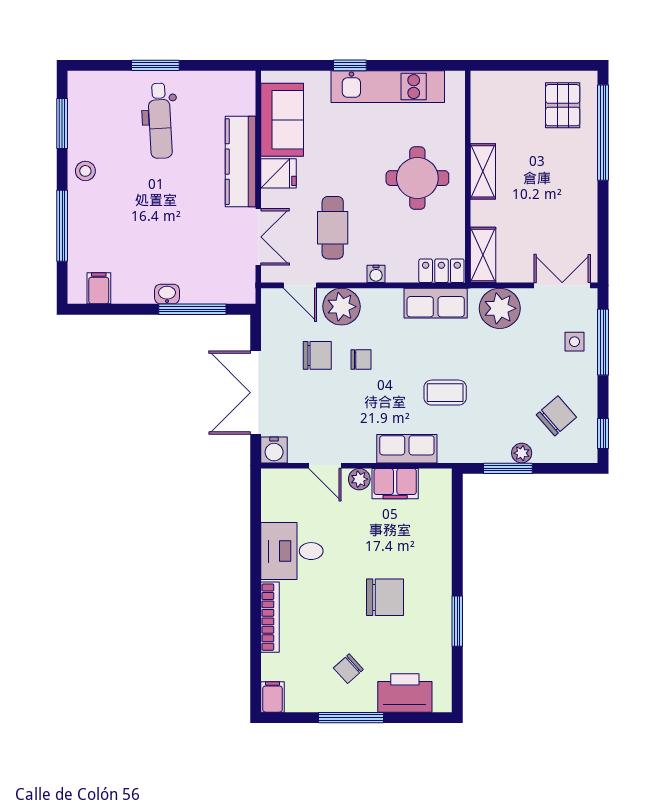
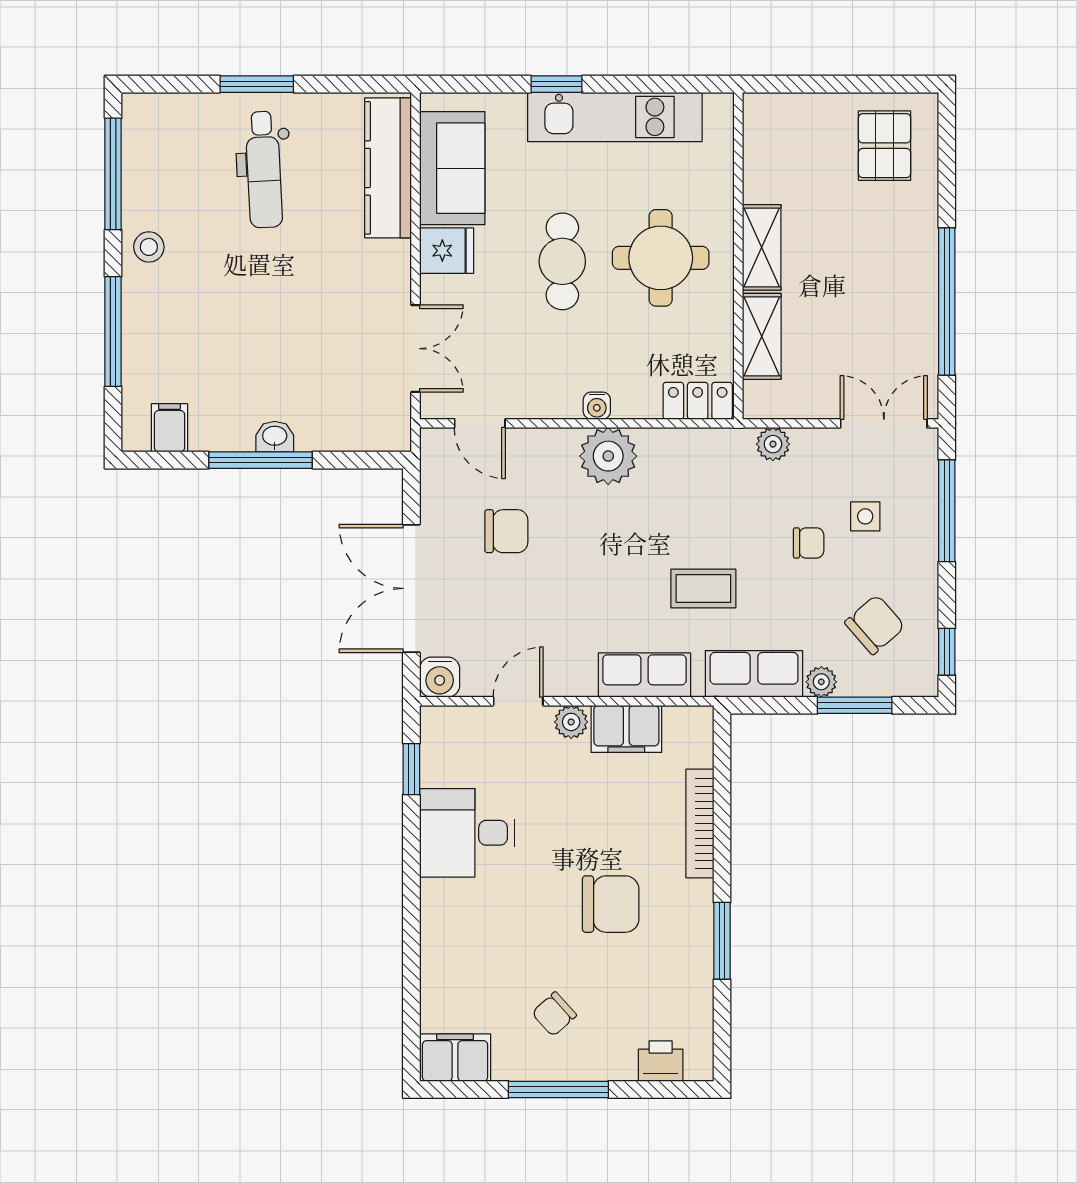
window: (62, 123) -> (113, 174), width x1.44
window: (603, 133) -> (947, 301), moved
kitchen counter: (241, 162) -> (388, 168), moved
cafe table: (333, 228) -> (562, 261), moved
shelving: (483, 255) -> (762, 336), moved
row of seats: (436, 303) -> (754, 674), moved, turned 180
plant: (341, 307) -> (608, 456), moved
plant: (500, 308) -> (773, 444), width x0.53, depth x0.53
window: (192, 309) -> (261, 460), moved
side table: (574, 342) -> (865, 516), moved
chair: (361, 360) -> (809, 543), moved
door: (325, 466) -> (518, 701), swing flipped
window: (508, 468) -> (855, 705), moved
window: (256, 510) -> (411, 769), added
bookcase: (270, 617) -> (700, 823), moved, turned 180
printer: (405, 693) -> (661, 1061), width x0.53, depth x0.68
filing cabinet: (273, 697) -> (455, 1058), width x2.00

